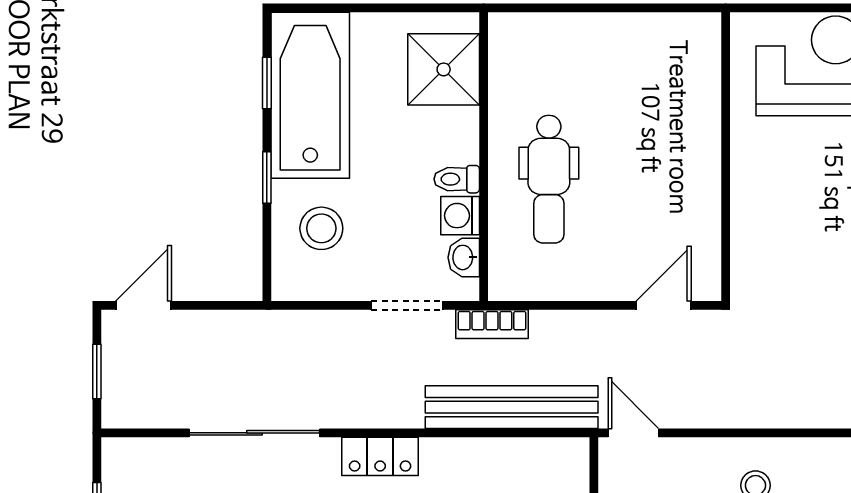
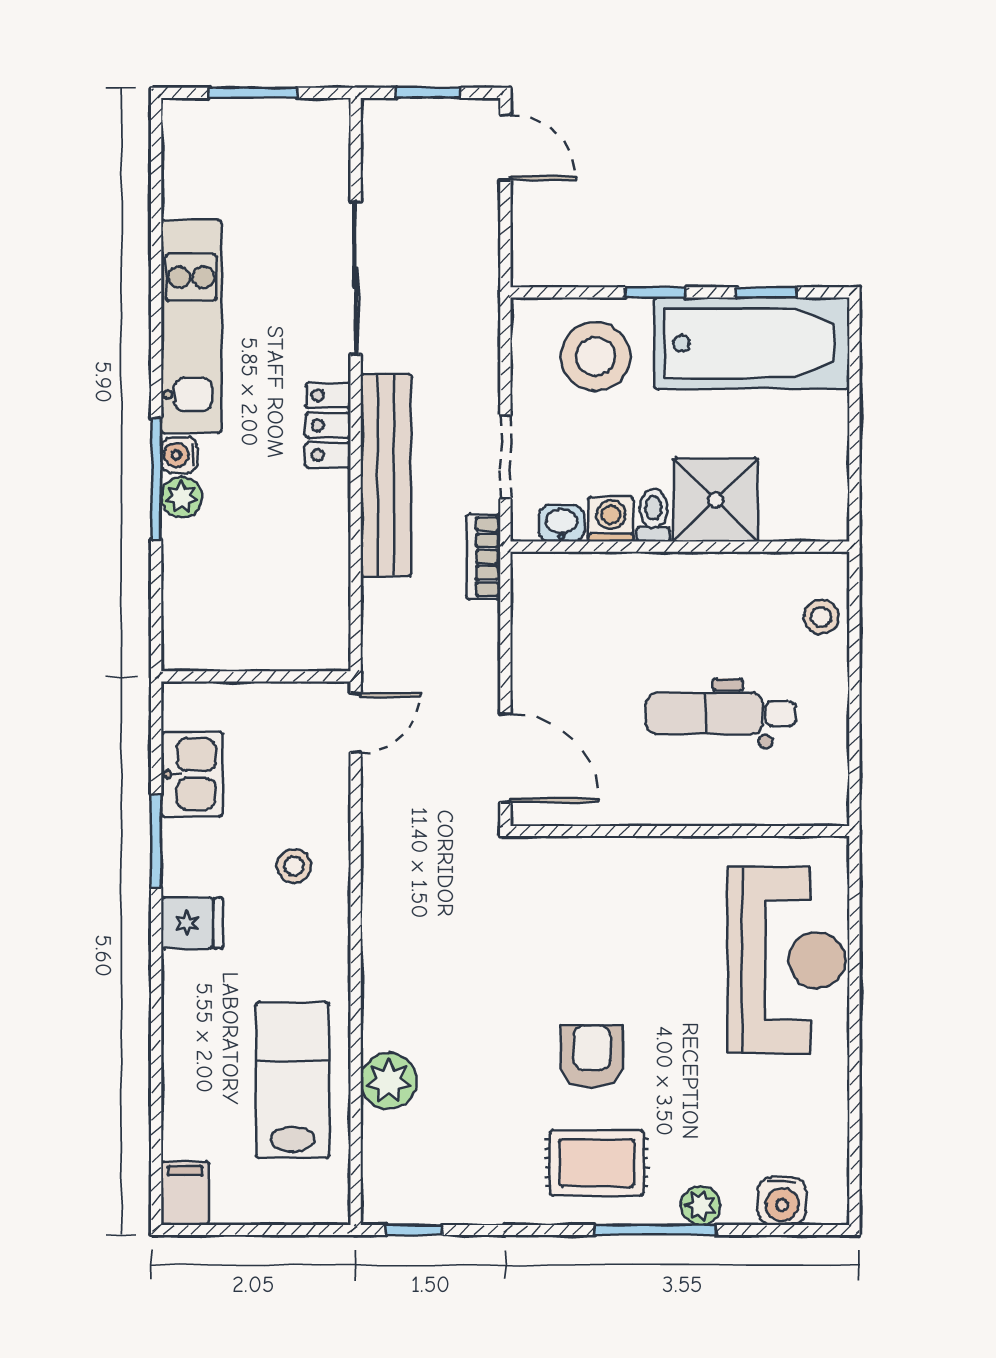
stool: (543, 36) -> (821, 617), added
shower: (444, 69) -> (716, 500), moved
dental chair: (549, 179) -> (721, 713), moved
stool: (321, 228) -> (596, 356), width x1.38, depth x1.38
door: (664, 305) -> (505, 758), width x1.38
bench: (512, 407) -> (386, 475), moved

